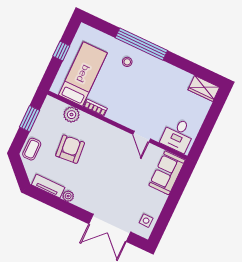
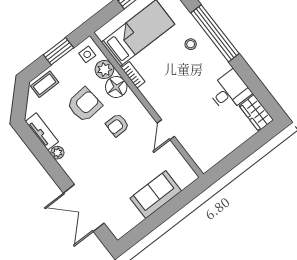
floor lamp: (87, 123) -> (116, 87), added
desk: (178, 135) -> (229, 91), moved, turned 180
armchair: (103, 152) -> (117, 125), added
sofa: (167, 173) -> (156, 195), moved
side table: (146, 221) -> (87, 54), moved

